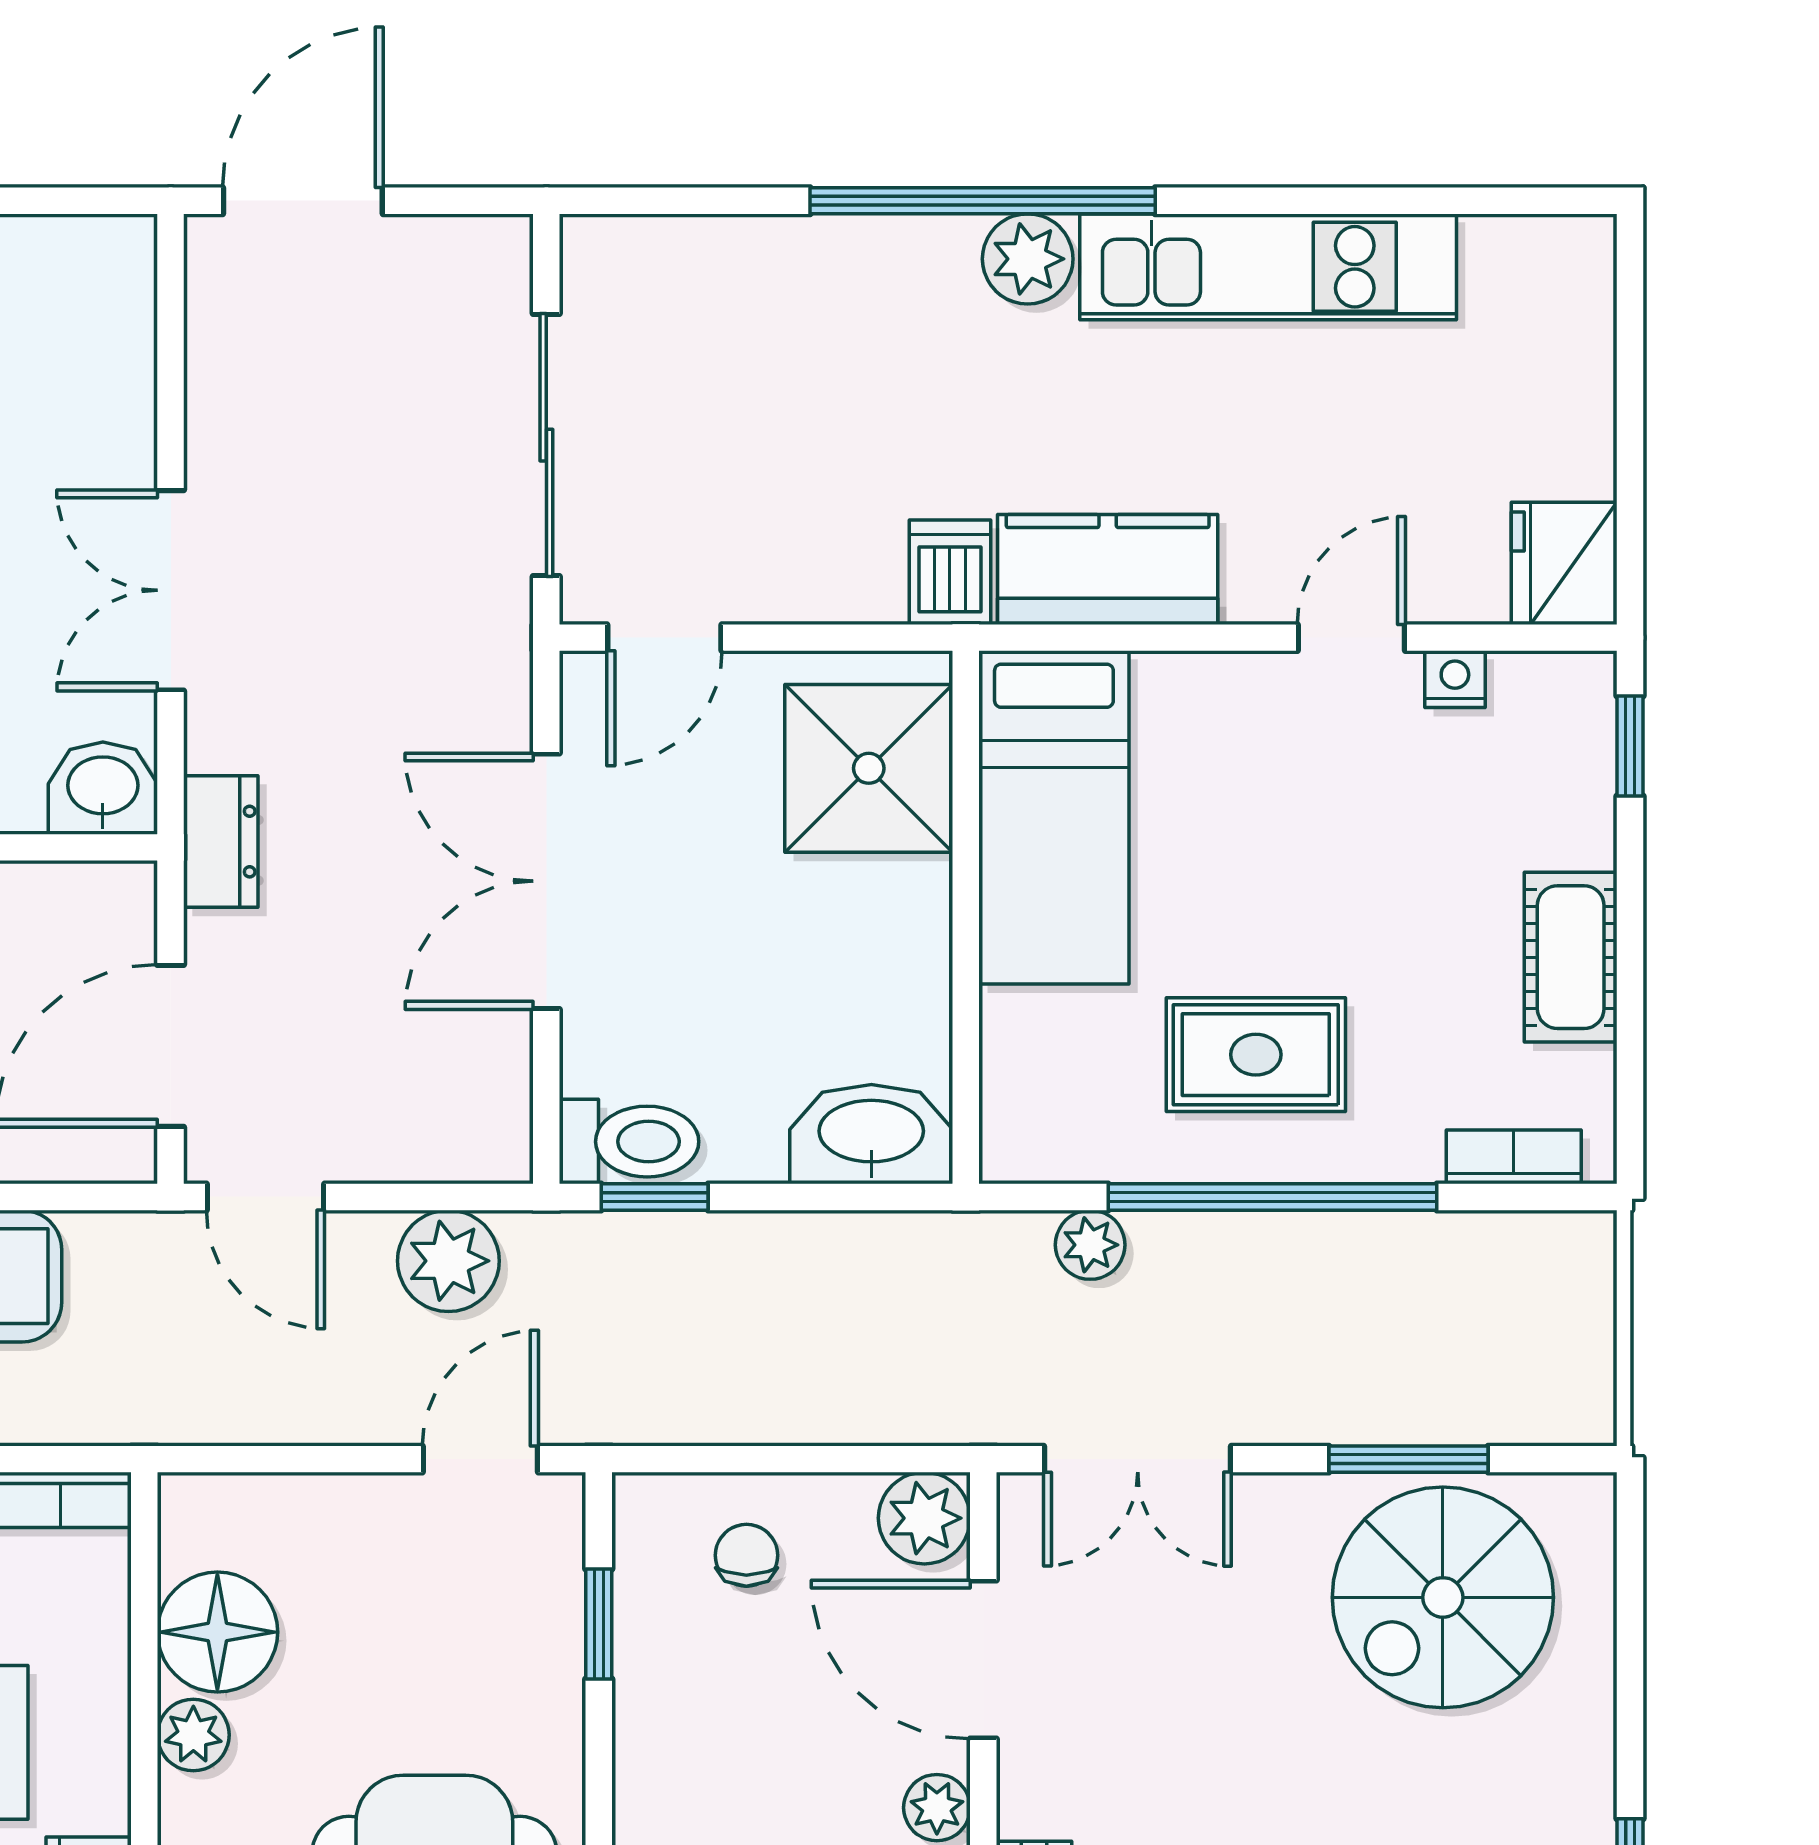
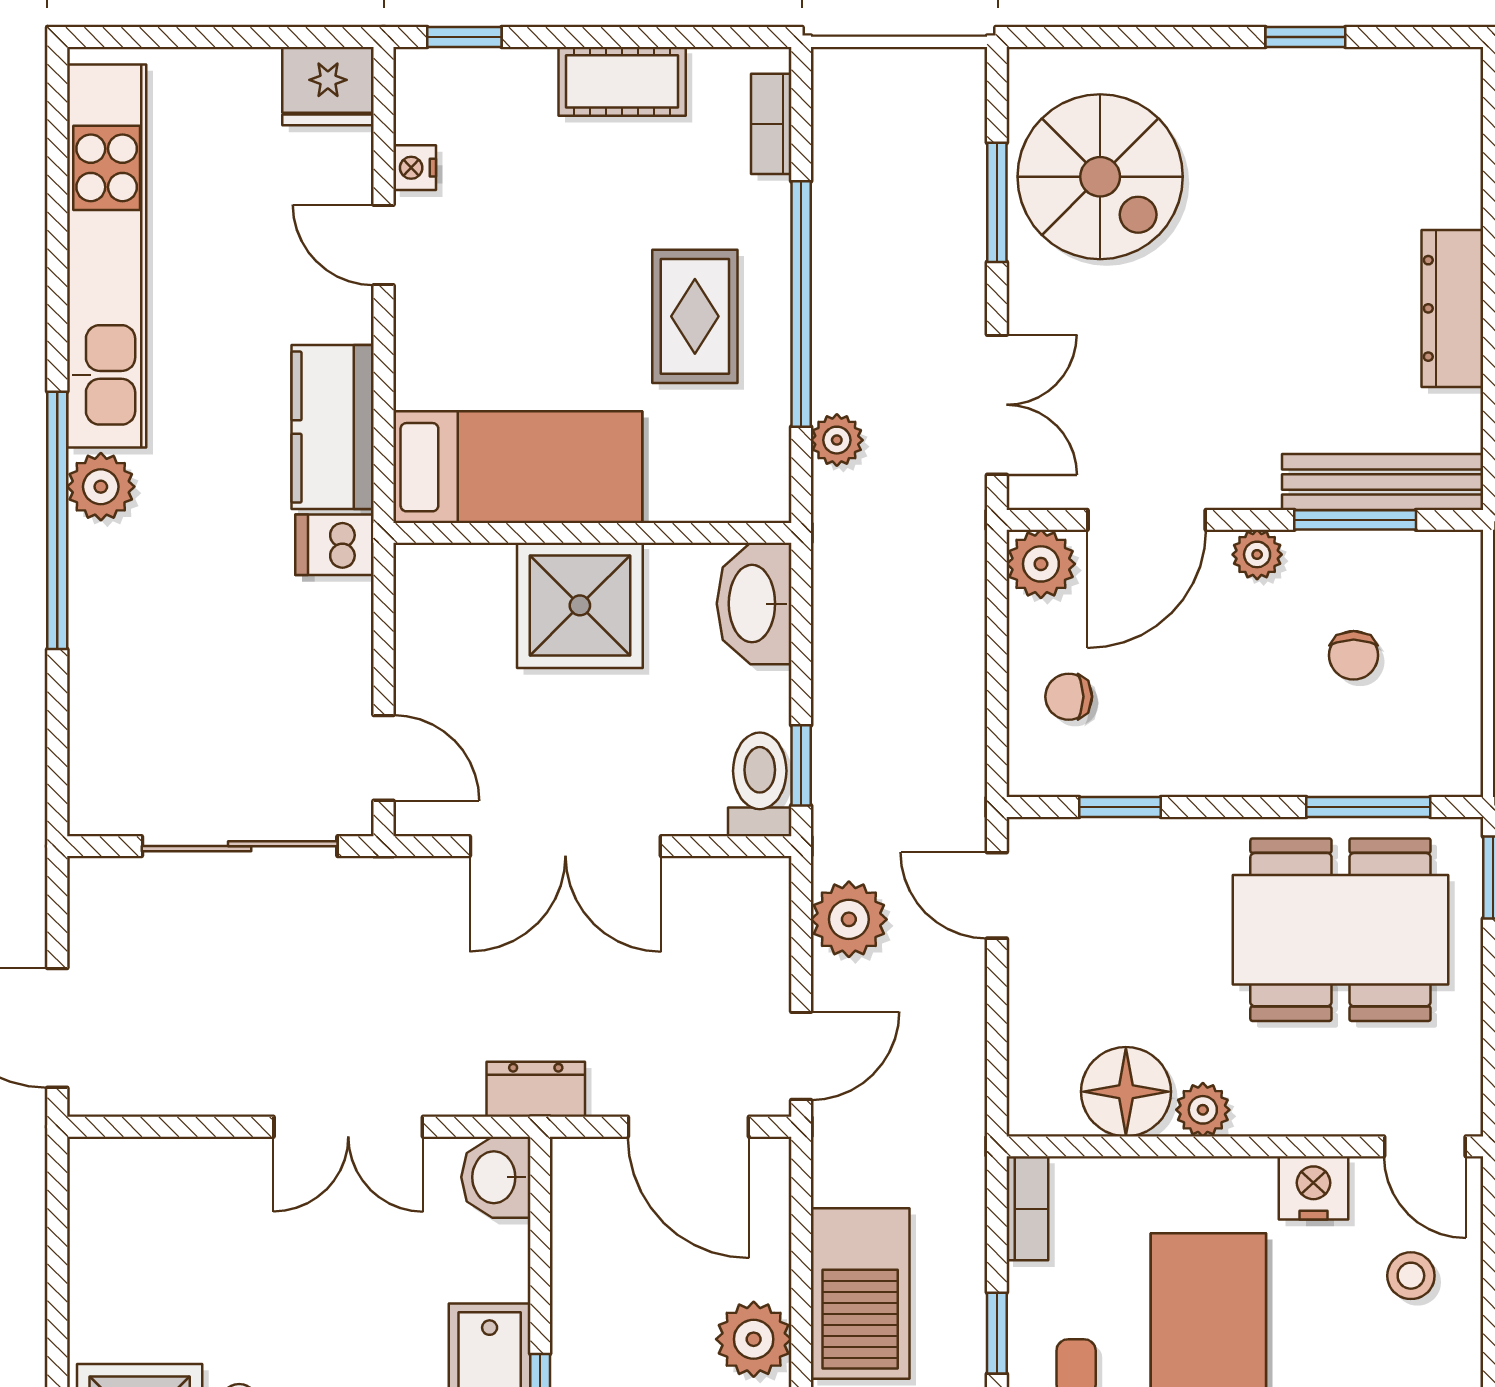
kitchen unit: (1268, 267) -> (107, 256), width x1.36
shower: (869, 768) -> (580, 605), moved

